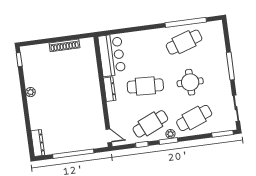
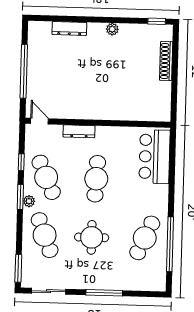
cafe table: (184, 42) -> (145, 238), turned 42
shoe rack: (64, 45) -> (166, 61), moved
bar counter: (112, 55) -> (155, 157), moved, turned 90
dresser: (110, 89) -> (79, 131), moved
door: (109, 136) -> (39, 121), swing flipped
dresser: (38, 143) -> (69, 28), moved

